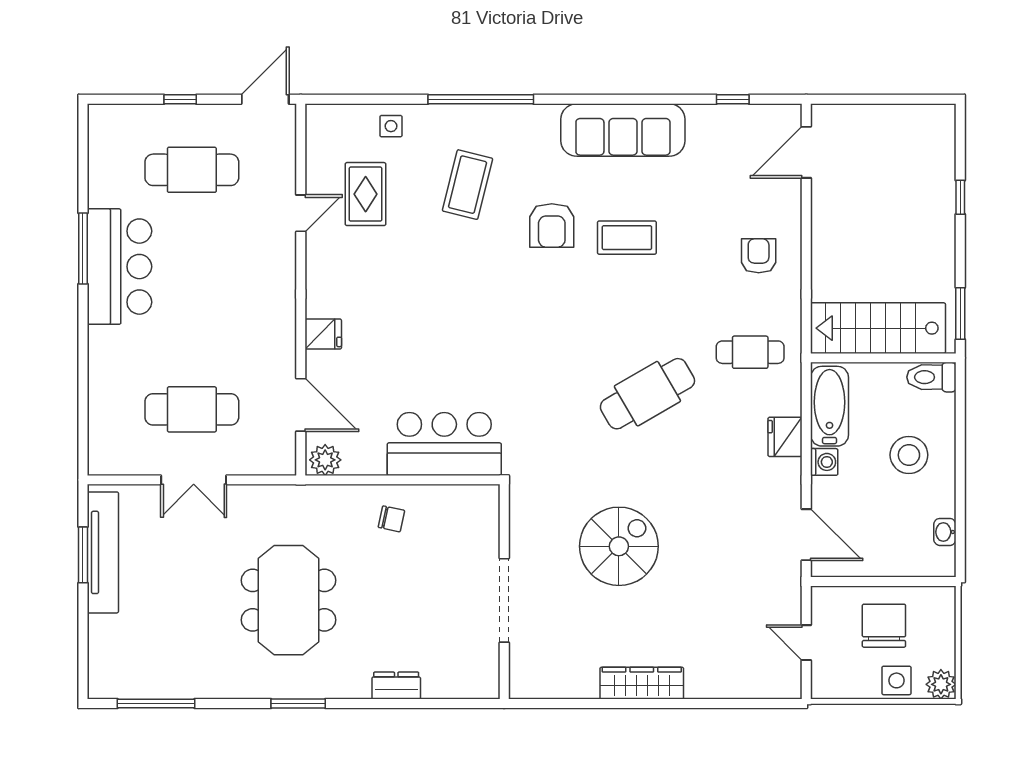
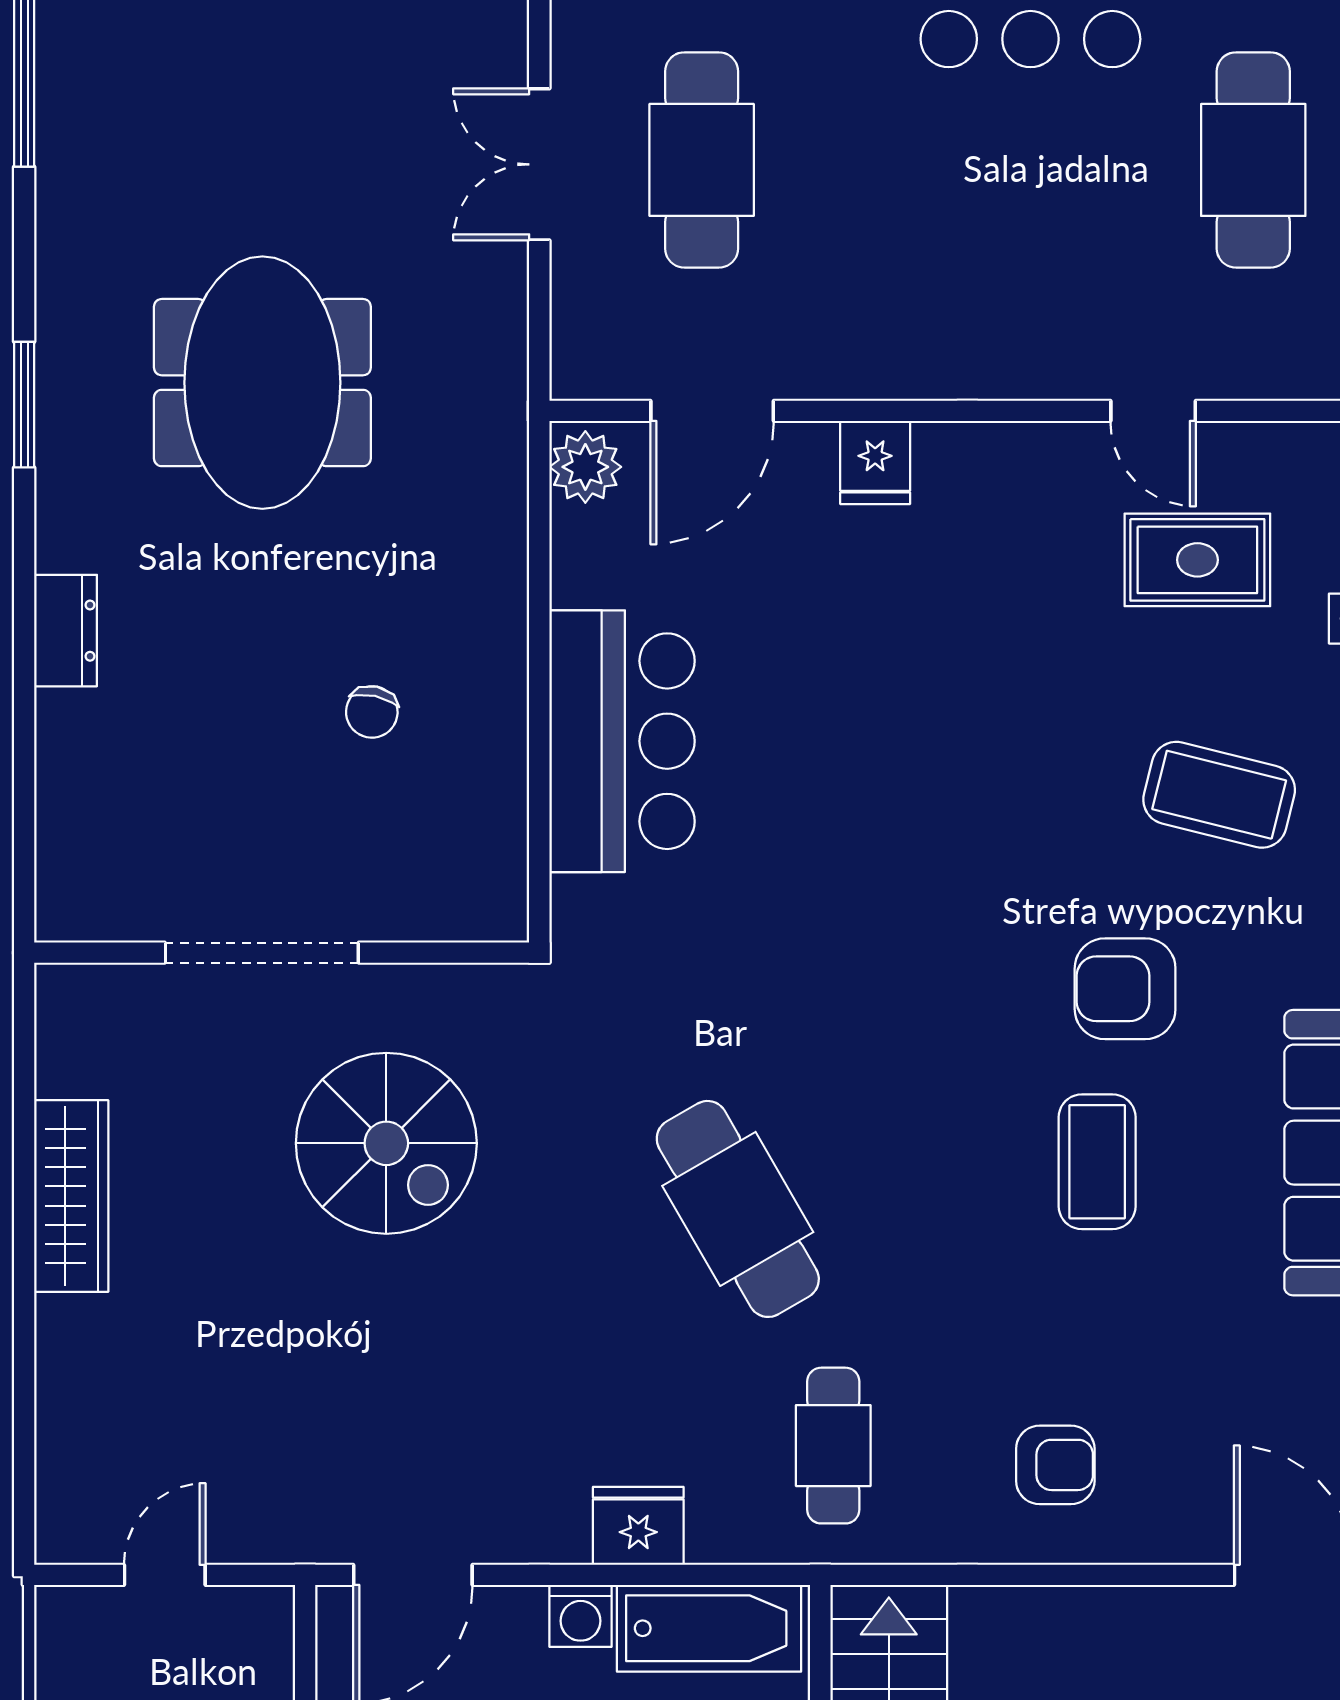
chair: (392, 519) -> (372, 712), moved
wall: (504, 592) -> (282, 953), moved
meeting table: (289, 600) -> (262, 383), turned 90
doorway: (504, 600) -> (262, 953), moved

